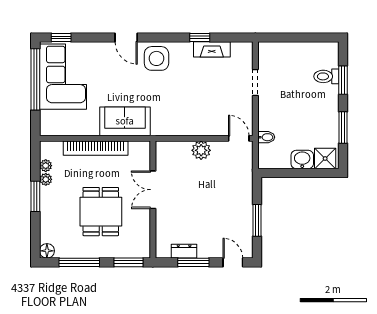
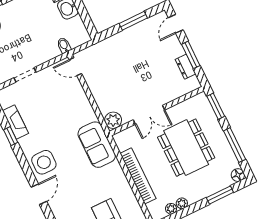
sofa: (125, 121) -> (97, 145), moved
door: (239, 138) -> (75, 67), hinge flipped
plant: (201, 150) -> (113, 120), moved
window: (35, 196) -> (220, 195), moved
dining table: (101, 212) -> (186, 148), width x1.38

